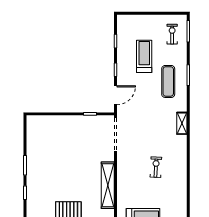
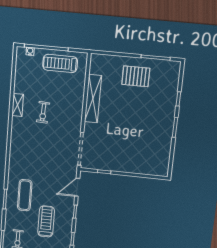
treadmill: (144, 56) -> (46, 221), turned 180
shelving: (182, 123) -> (18, 105), moved

